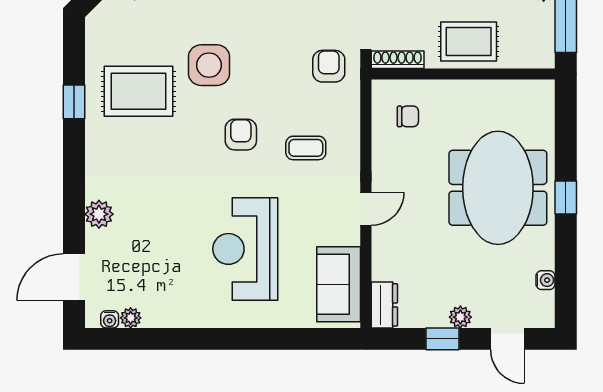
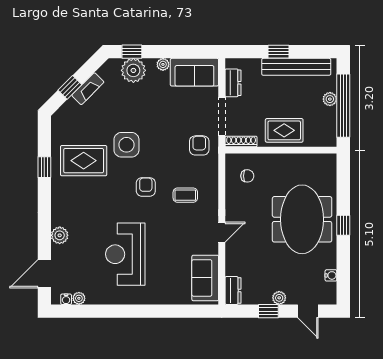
reception desk: (245, 249) -> (125, 254), moved

